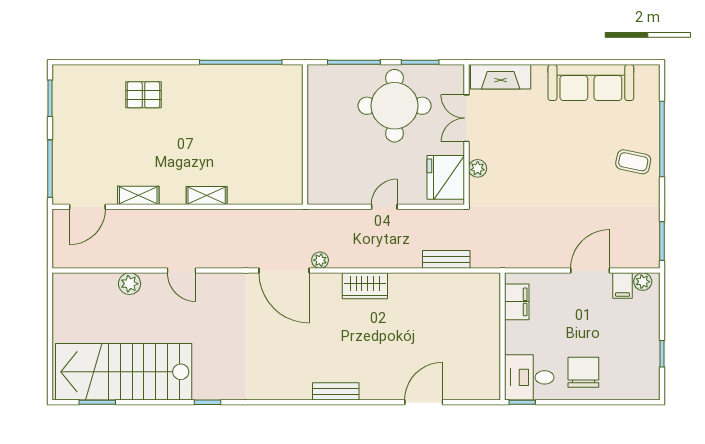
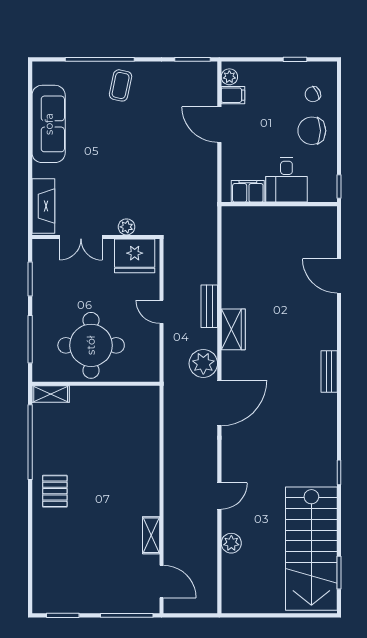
pallet: (143, 95) -> (55, 491), moved
round table: (395, 106) -> (91, 345), moved
shelving: (207, 196) -> (51, 394), moved, turned 90
bench: (446, 259) -> (209, 306), moved
plant: (320, 260) -> (203, 363), width x1.87, depth x1.87
chair: (624, 373) -> (313, 94), added
desk: (529, 377) -> (286, 180), moved
bench: (336, 391) -> (329, 372), moved

